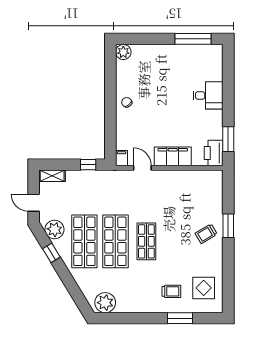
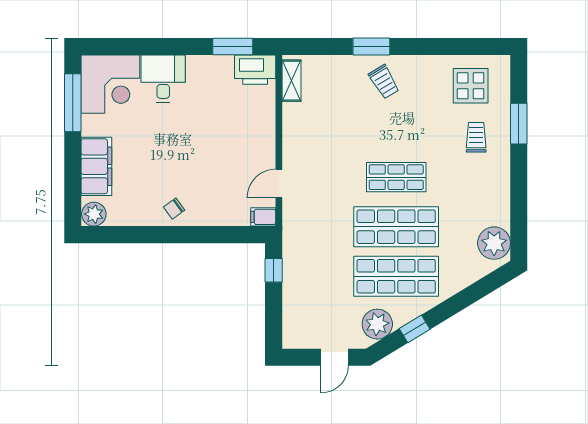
corner desk: (205, 62) -> (110, 84), added
filing cabinet: (173, 156) -> (96, 166), moved, turned 180
shelving: (52, 176) -> (291, 81), moved

